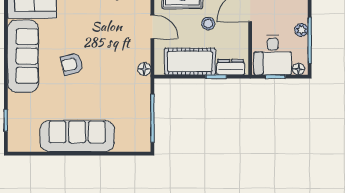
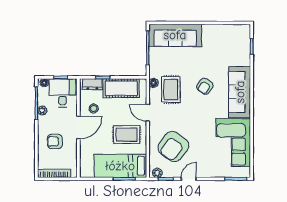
stool: (208, 24) -> (94, 108), moved
rug: (120, 59) -> (171, 90), added
armchair: (72, 64) -> (205, 86), turned 139
sofa: (77, 136) -> (175, 35), moved

